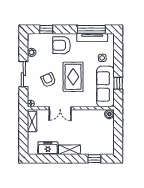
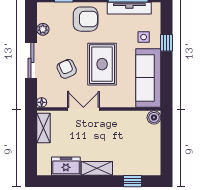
armchair: (62, 45) -> (86, 19), turned 180
window: (118, 83) -> (166, 43), moved
double door: (60, 108) -> (83, 109), swing flipped

